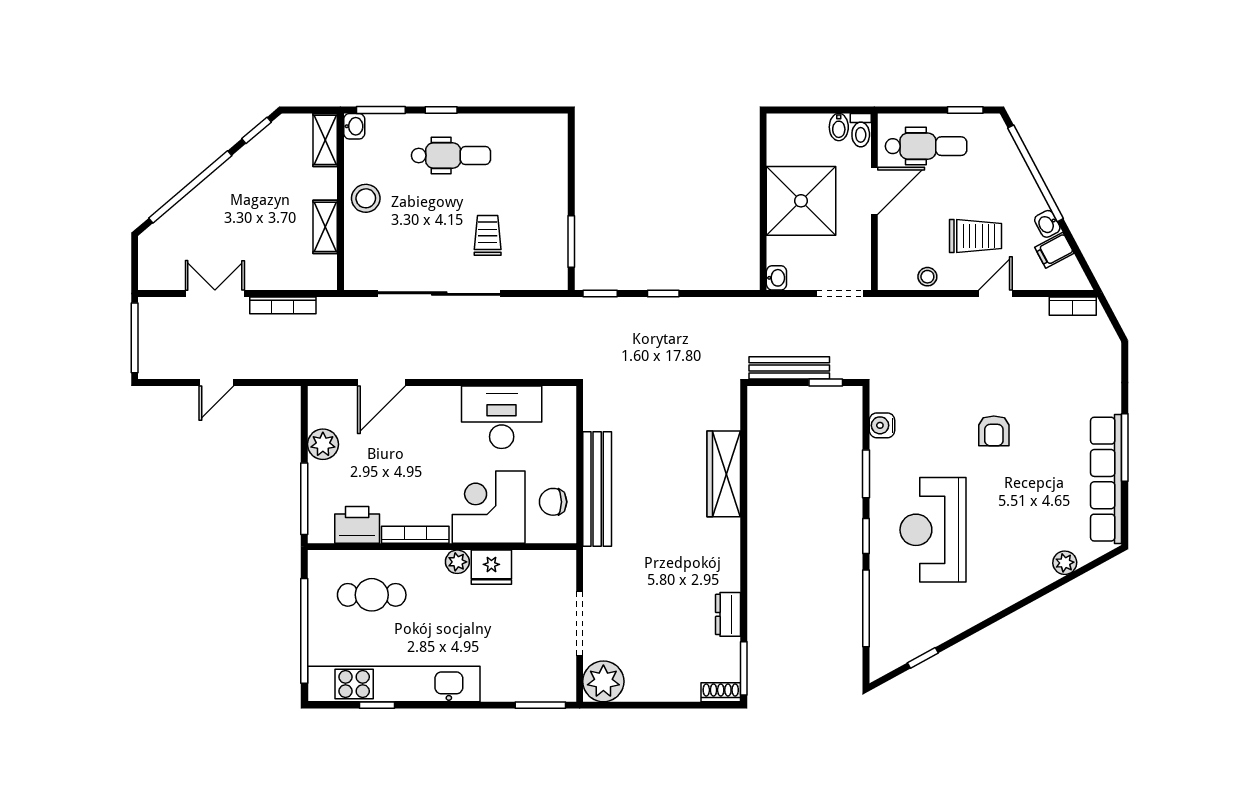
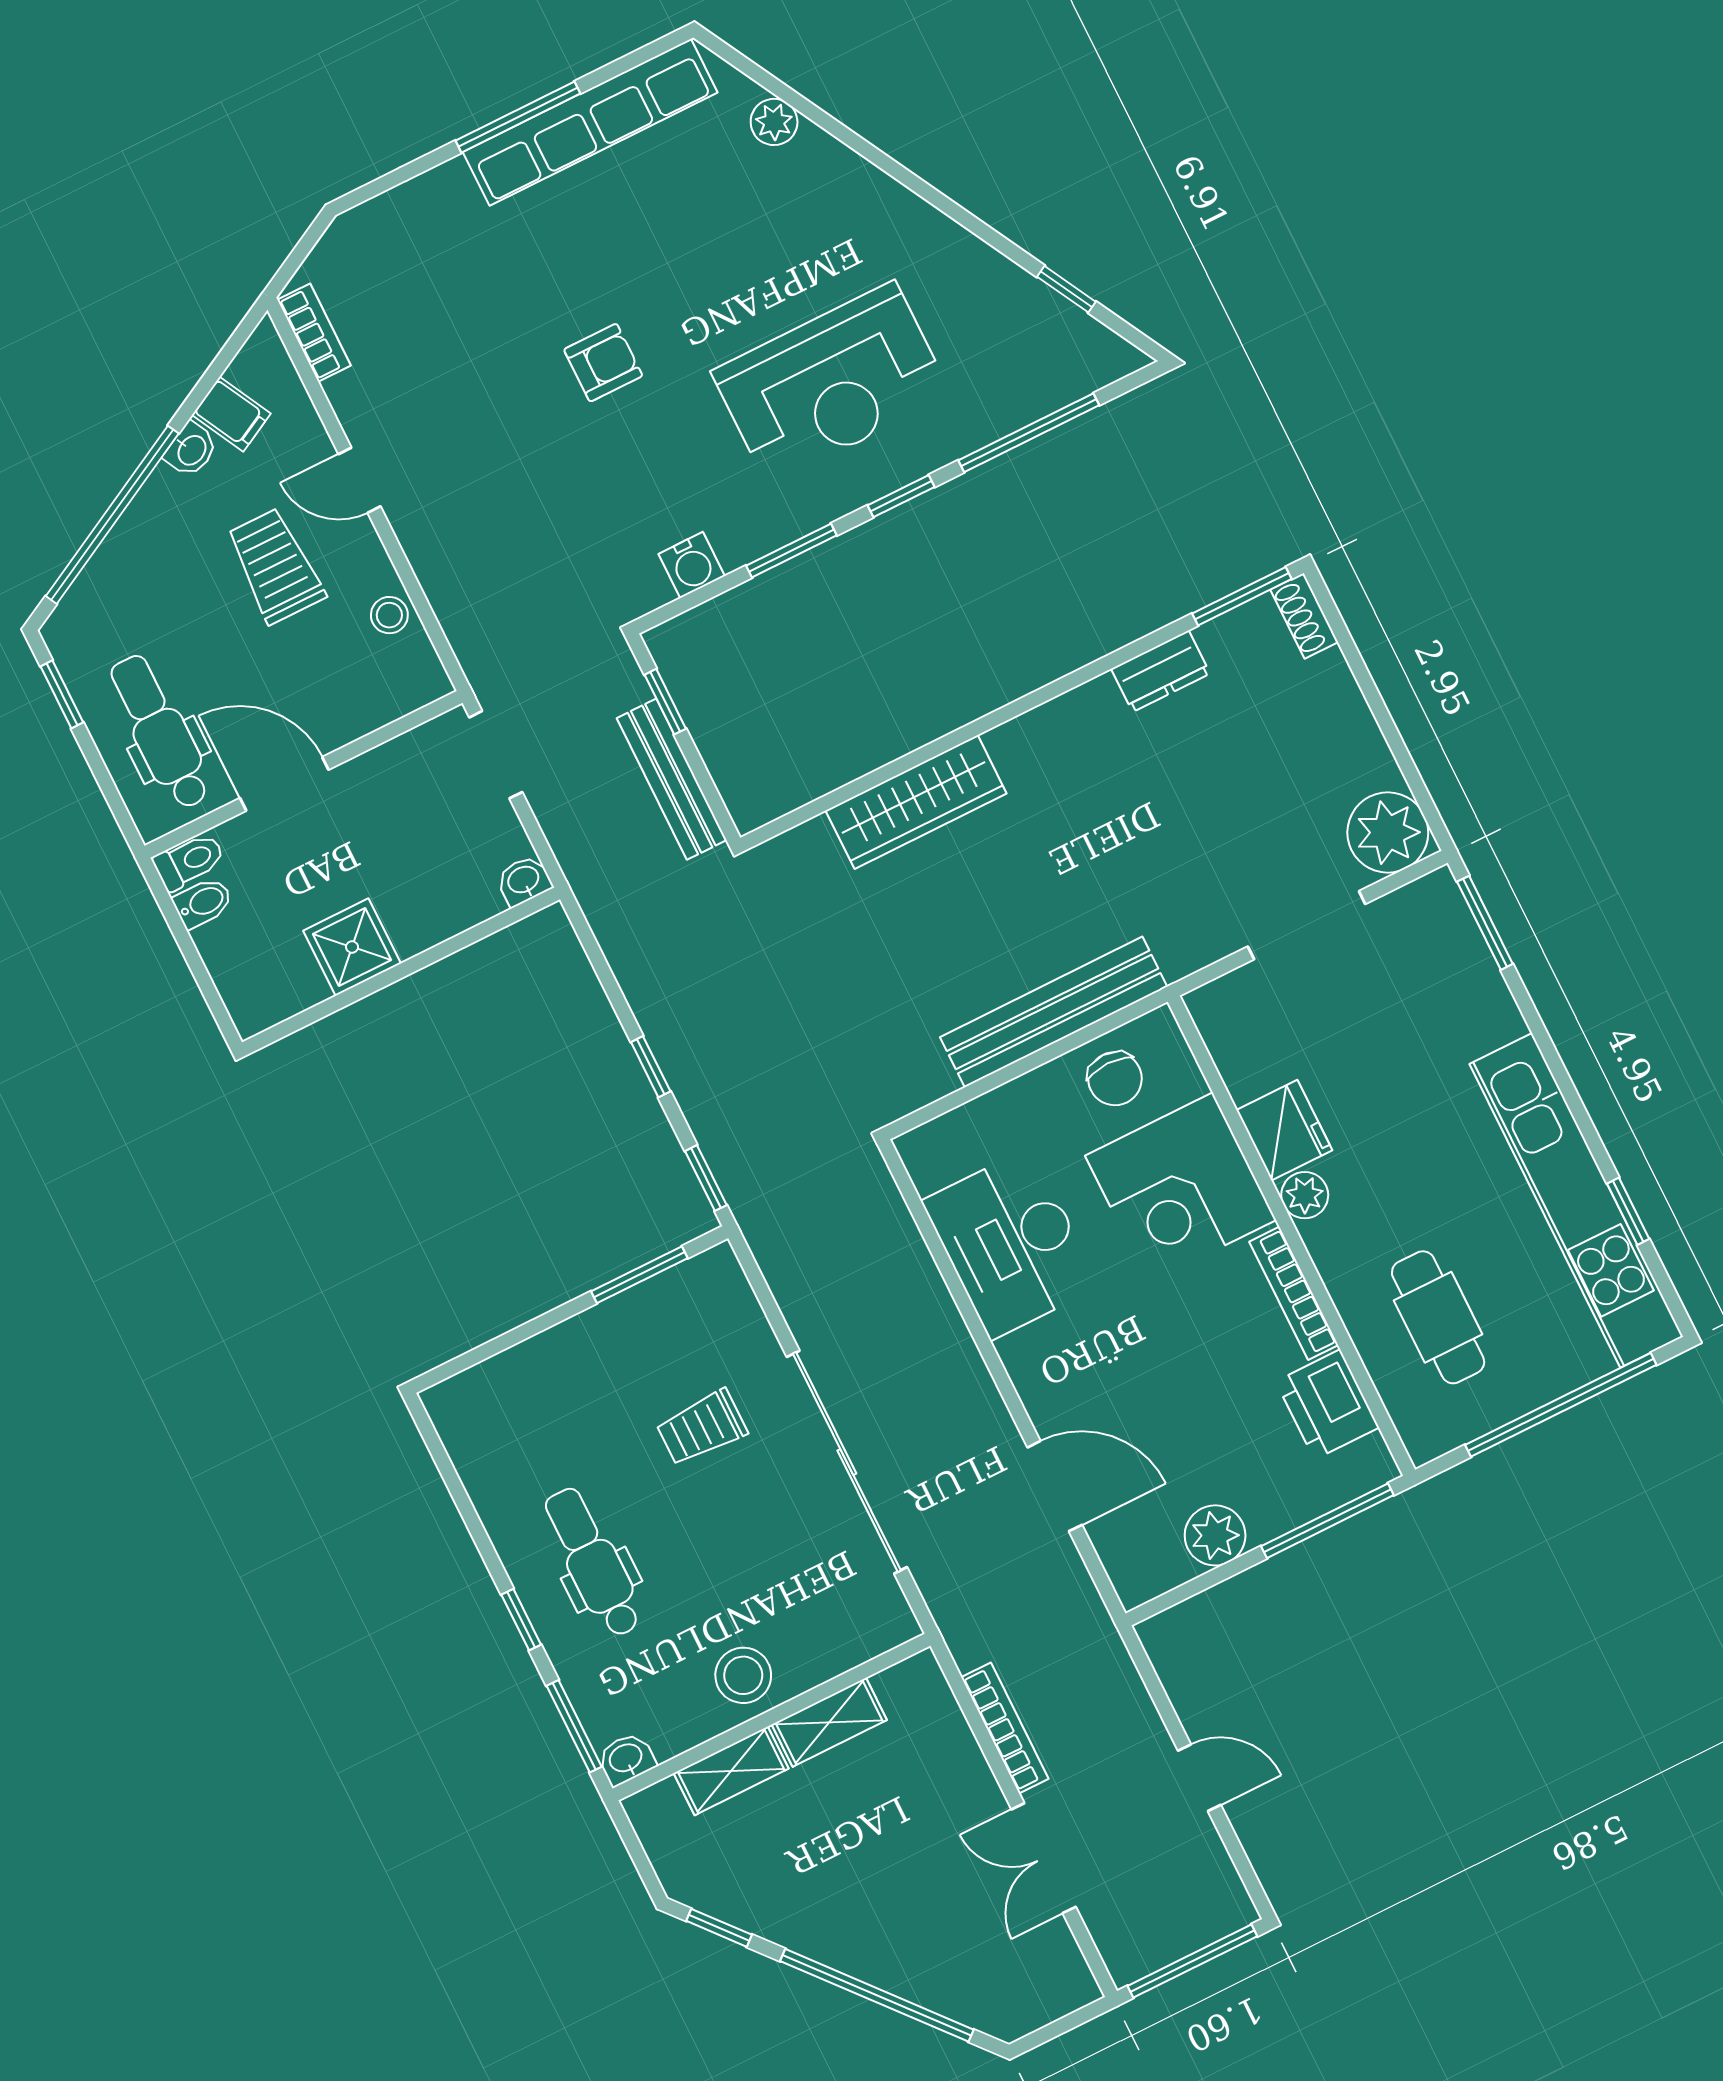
shelving: (325, 140) -> (731, 1771), moved
shower: (801, 201) -> (352, 947), width x0.54, depth x0.54

